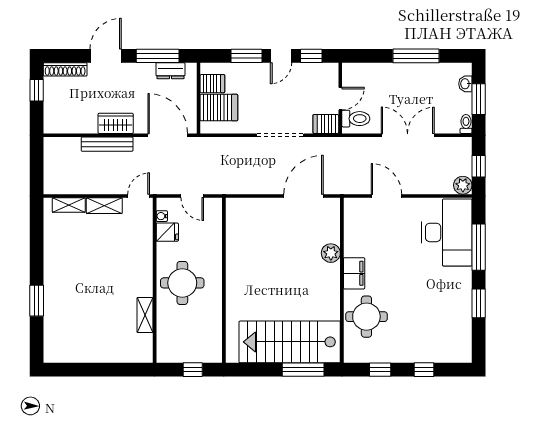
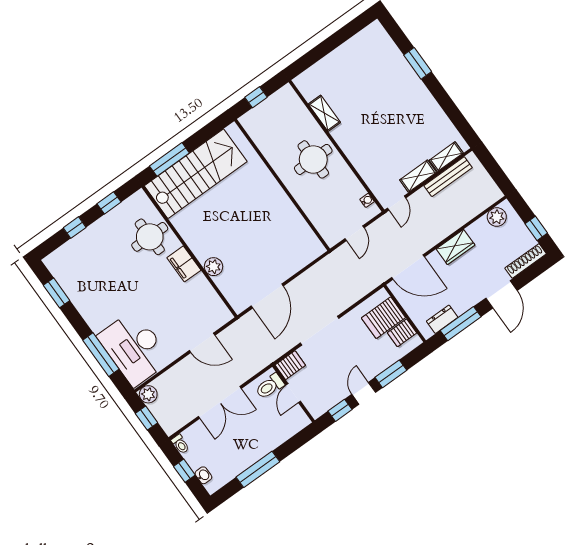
window: (479, 99) -> (184, 471), width x0.67
plant: (63, 124) -> (497, 217), added
bench: (107, 144) -> (448, 177), moved
door: (192, 196) -> (355, 233), swing flipped
fridge: (167, 232) -> (354, 191), removed
window: (479, 303) -> (57, 293), moved

